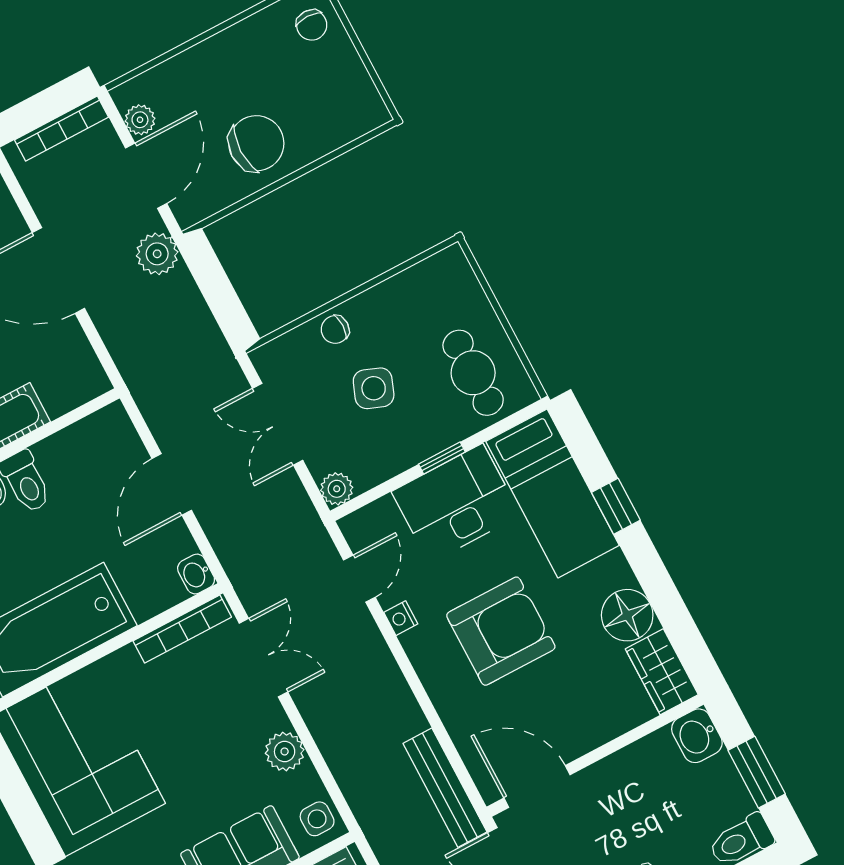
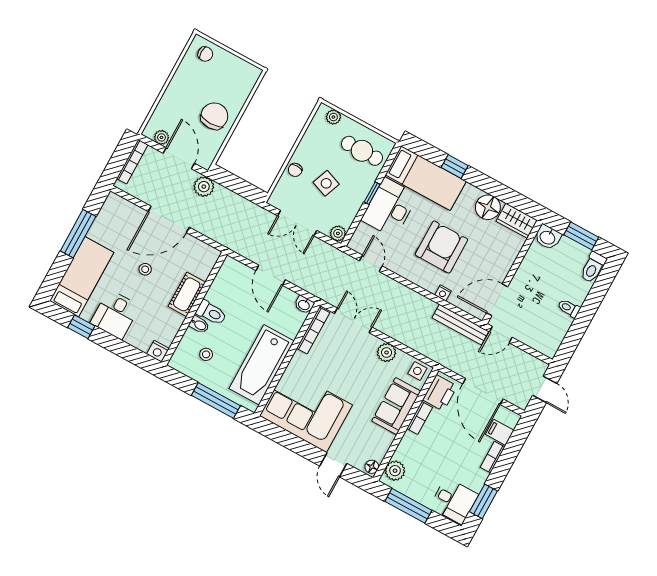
plant: (462, 281) -> (333, 117), added
nightstand: (401, 618) -> (443, 293), moved

